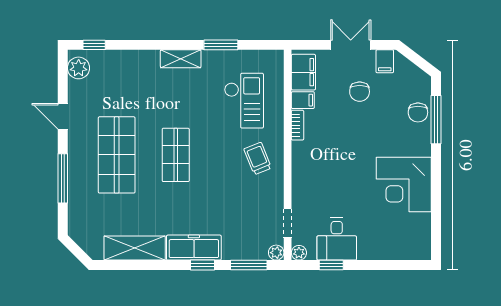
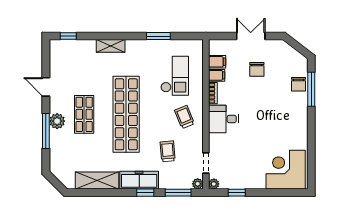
shelving: (181, 59) -> (111, 46), moved
filing cabinet: (385, 61) -> (275, 48), removed
plant: (79, 68) -> (57, 121), moved
filing cabinet: (303, 72) -> (217, 62), width x0.50
shop shelf: (117, 155) -> (84, 114), width x0.70, depth x0.74
shop shelf: (176, 155) -> (126, 114), width x2.00, depth x1.36
corner desk: (404, 185) -> (286, 170), moved, turned 90
trolley: (234, 207) -> (168, 151), added
desk: (337, 239) -> (224, 119), moved, turned 90

